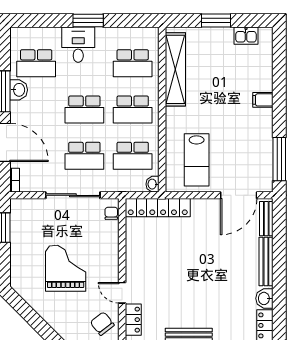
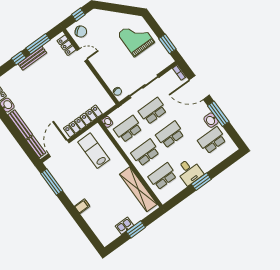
kitchen sink: (246, 36) -> (125, 226), moved
desk: (78, 45) -> (189, 171), moved
locker: (158, 208) -> (83, 121), moved
grand piano: (66, 268) -> (136, 38), moved, turned 180

